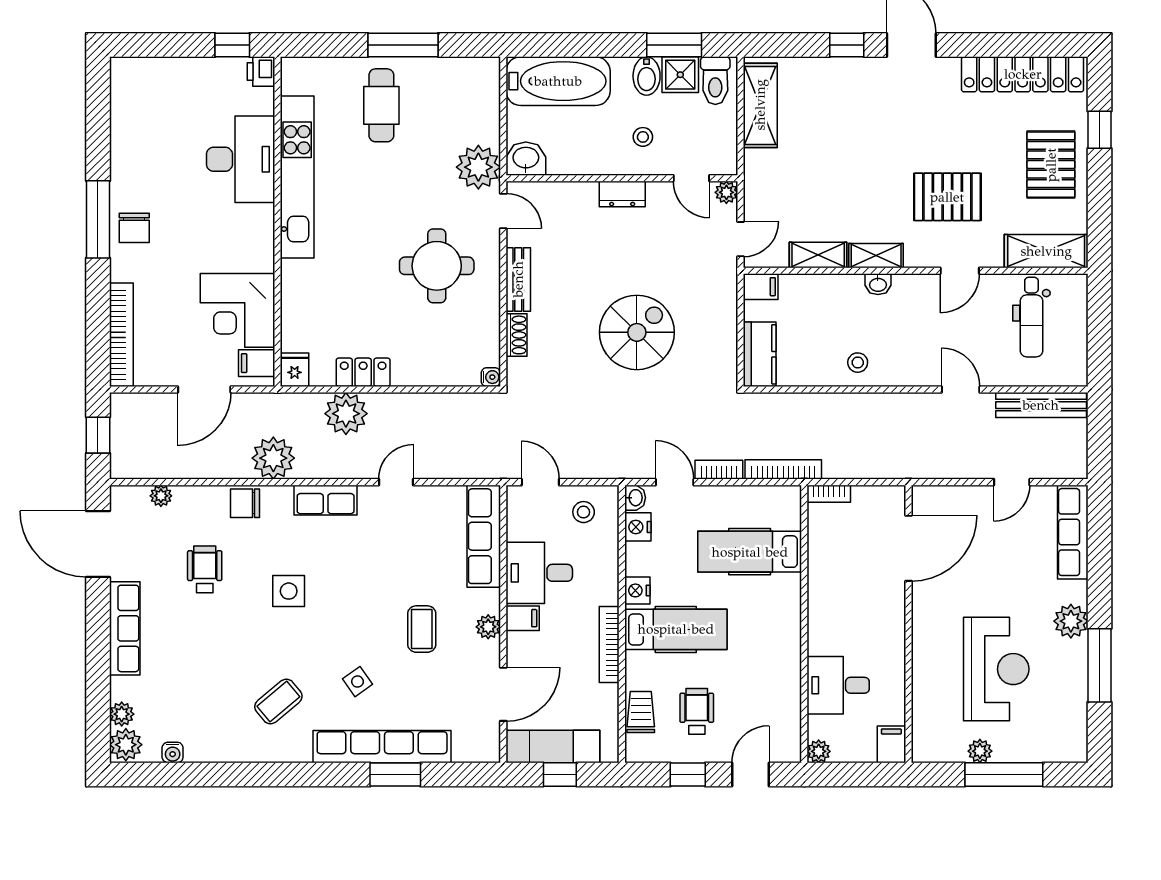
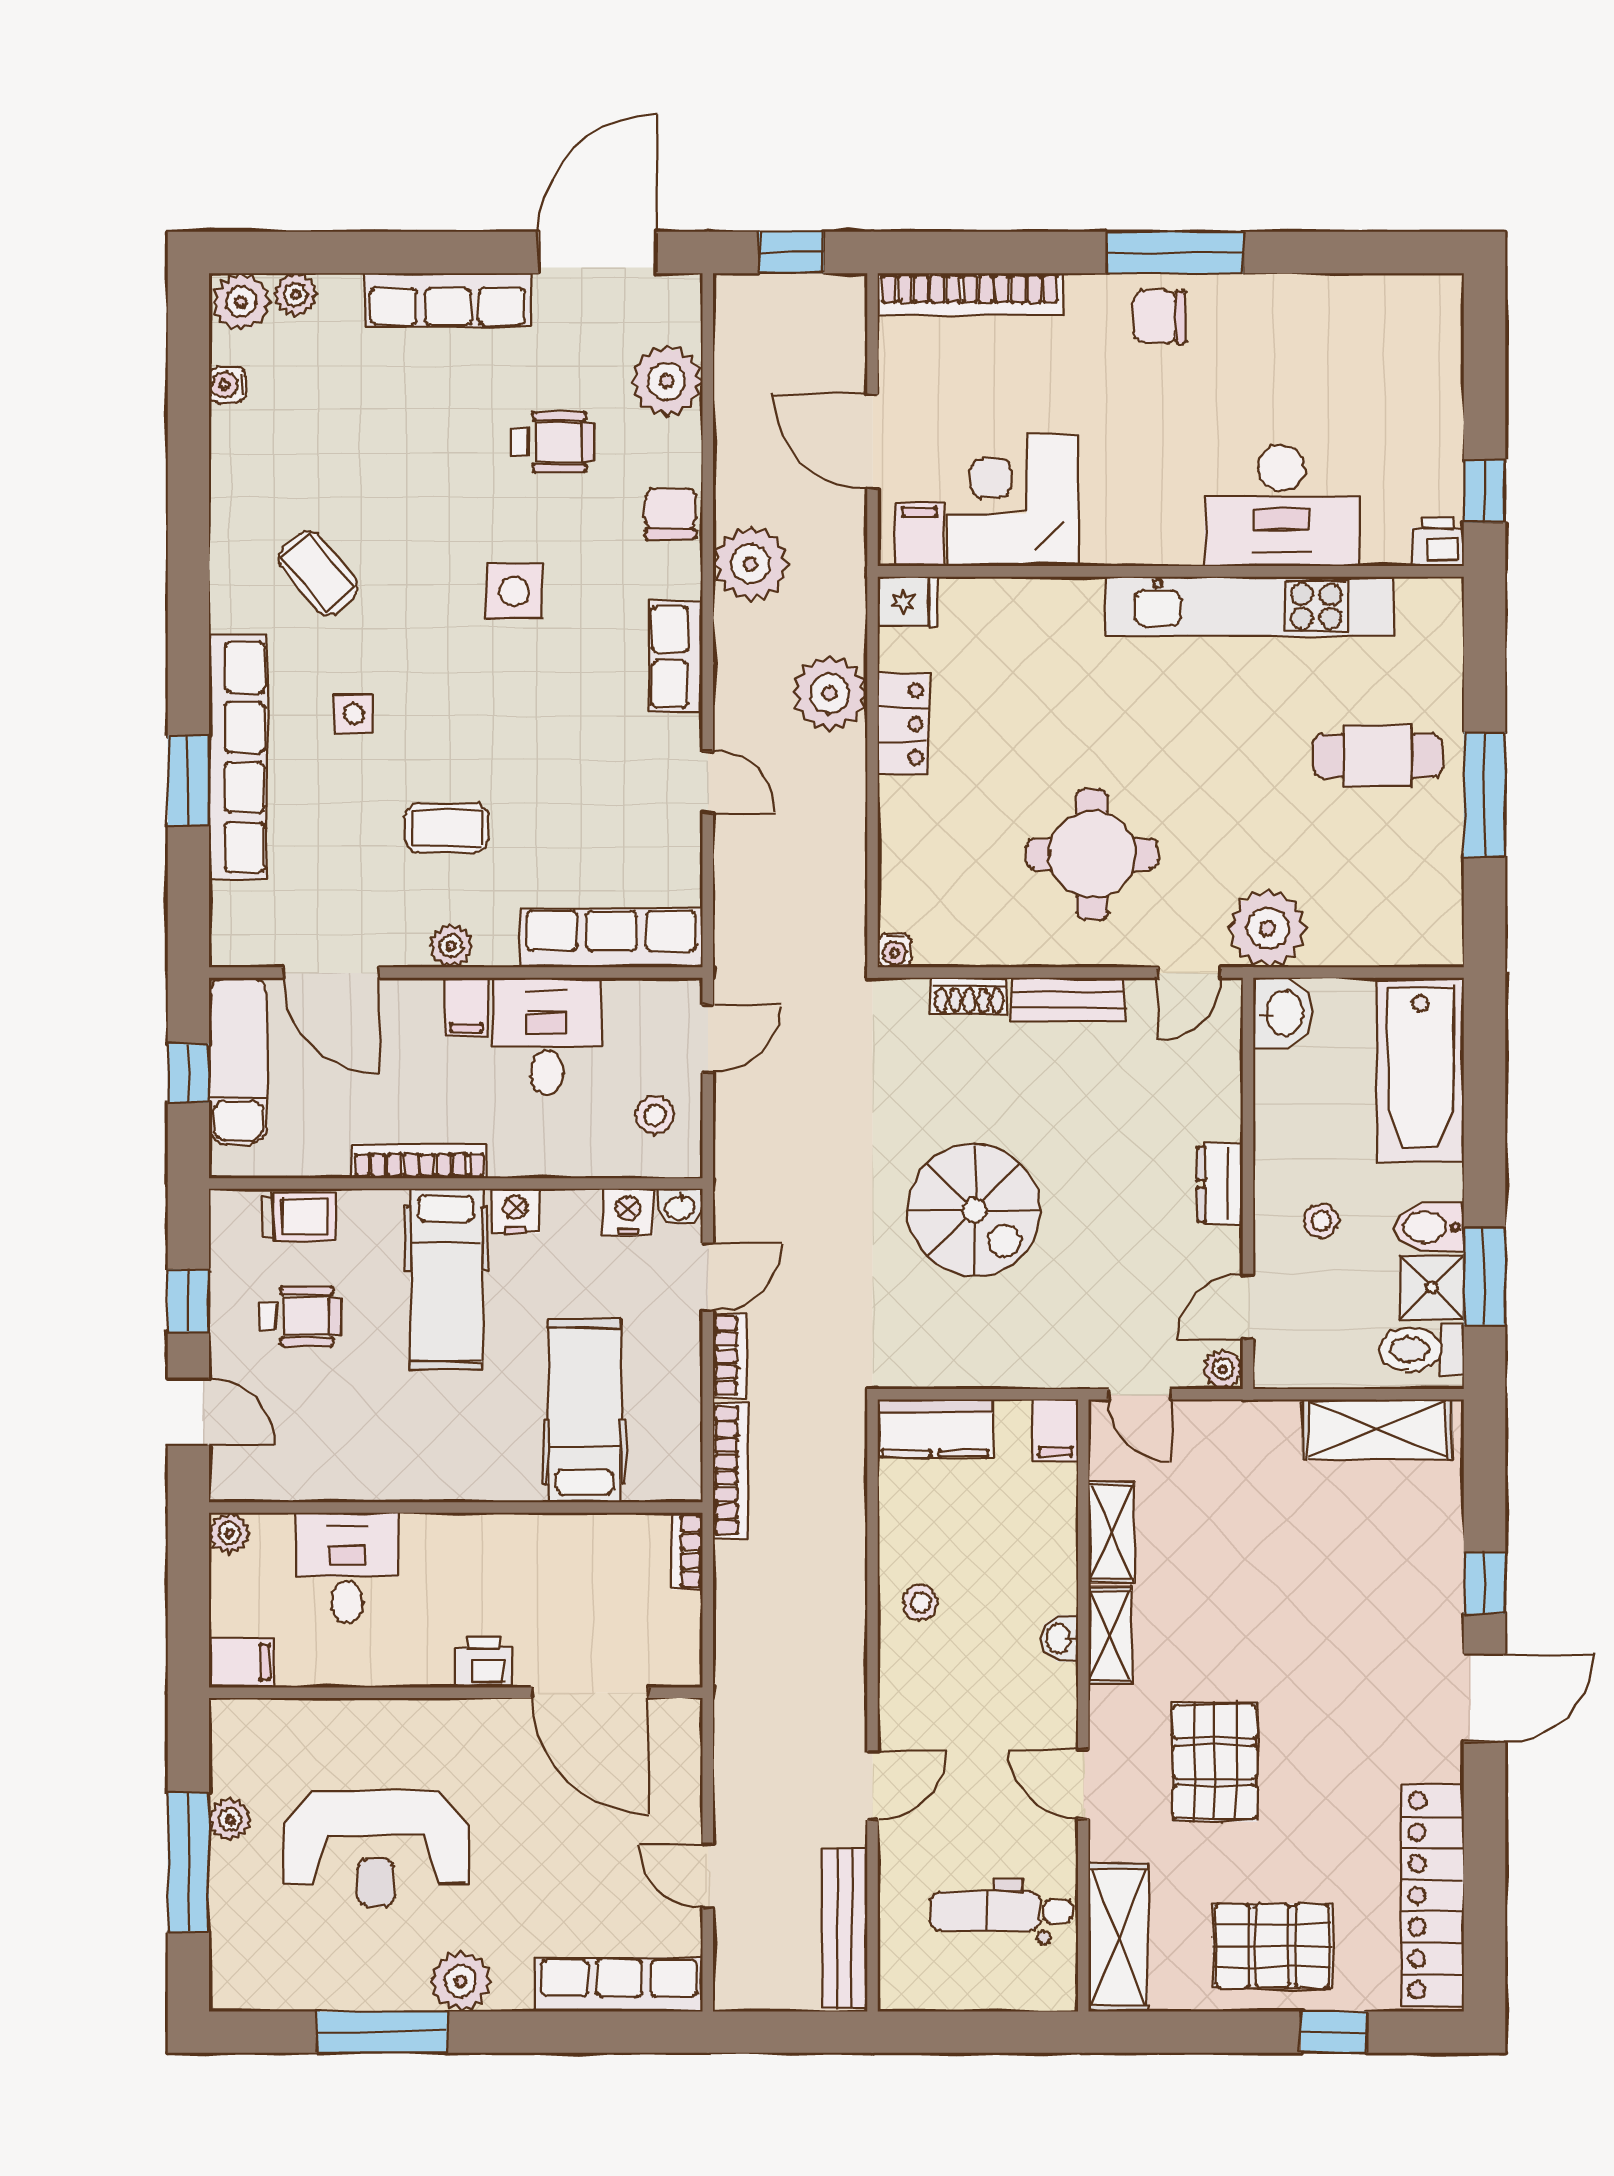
plant: (161, 496) -> (667, 381), width x1.88, depth x1.88
printer: (891, 608) -> (483, 1662), added
side table: (357, 682) -> (354, 714), turned 34

